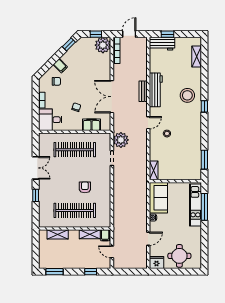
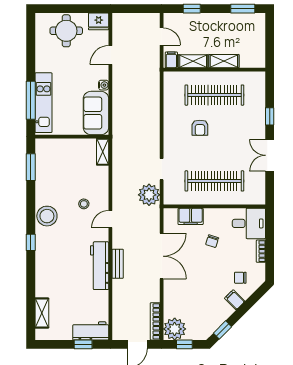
stool: (187, 95) -> (47, 216), moved
shelving: (58, 234) -> (224, 61), moved

